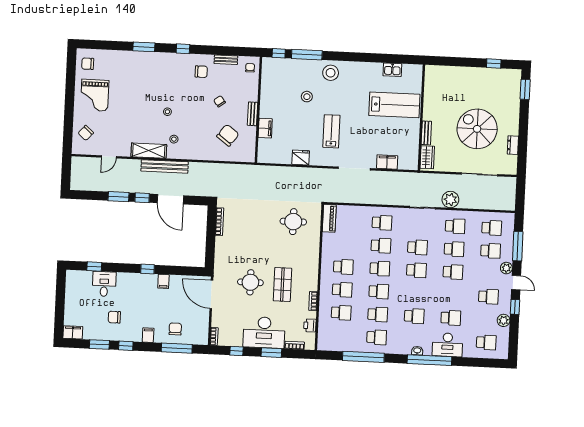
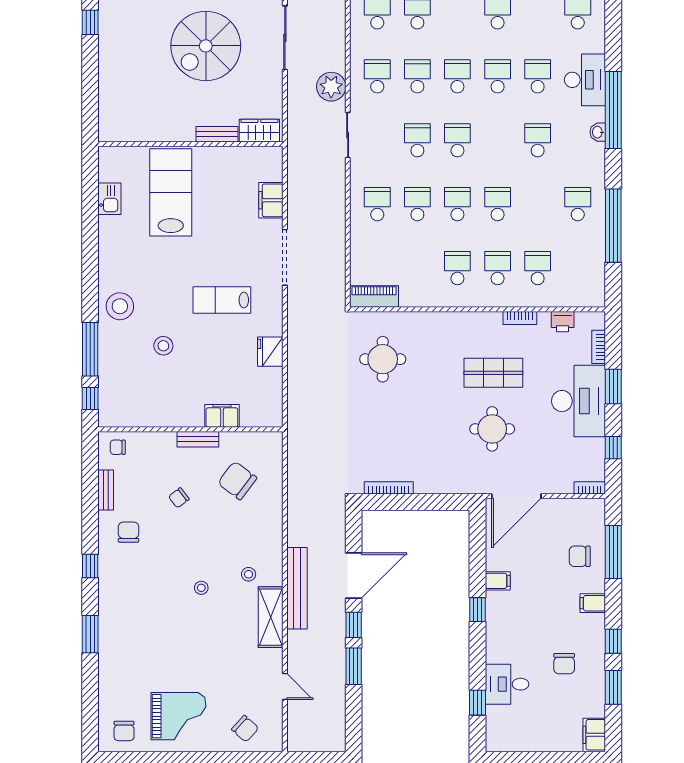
school desk: (378, 314) -> (498, 76), moved

